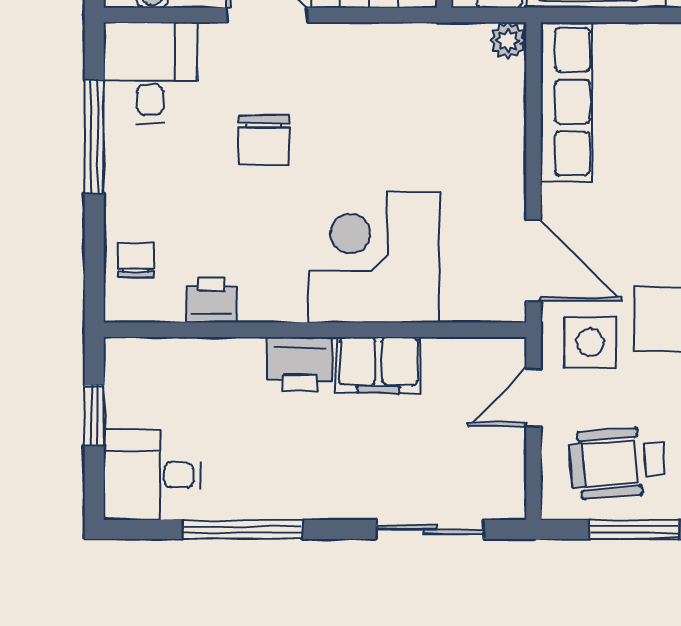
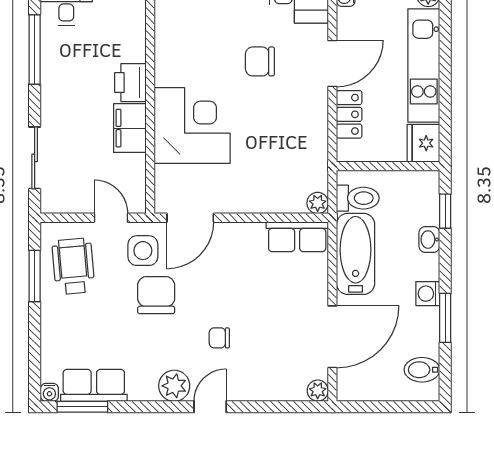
row of seats: (566, 102) -> (297, 237), width x0.68
printer: (211, 300) -> (167, 31), removed

